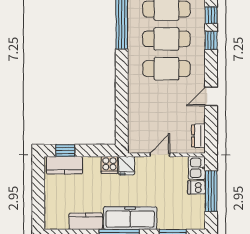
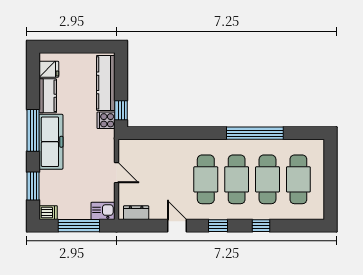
window: (211, 40) -> (218, 226), moved
window: (65, 150) -> (121, 110), moved
kitchen counter: (64, 165) -> (106, 83), width x1.50
fridge: (127, 166) -> (49, 69), moved, turned 180
dishwasher: (197, 187) -> (48, 213), moved, turned 90

